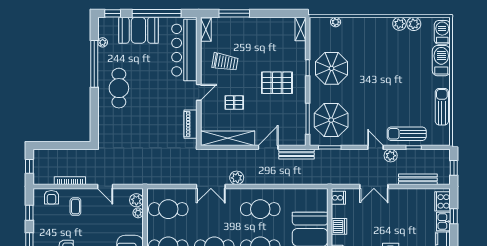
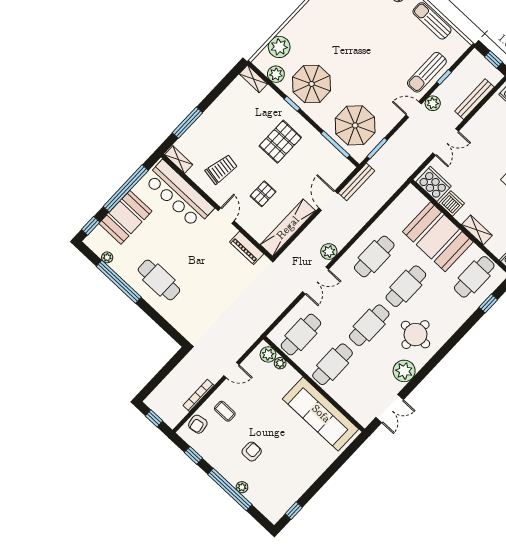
plant: (336, 22) -> (279, 47), width x1.87, depth x1.87
plant: (317, 40) -> (276, 74), added
armchair: (51, 197) -> (198, 424), turned 80
cooker: (338, 198) -> (434, 184), width x1.87, depth x1.31

